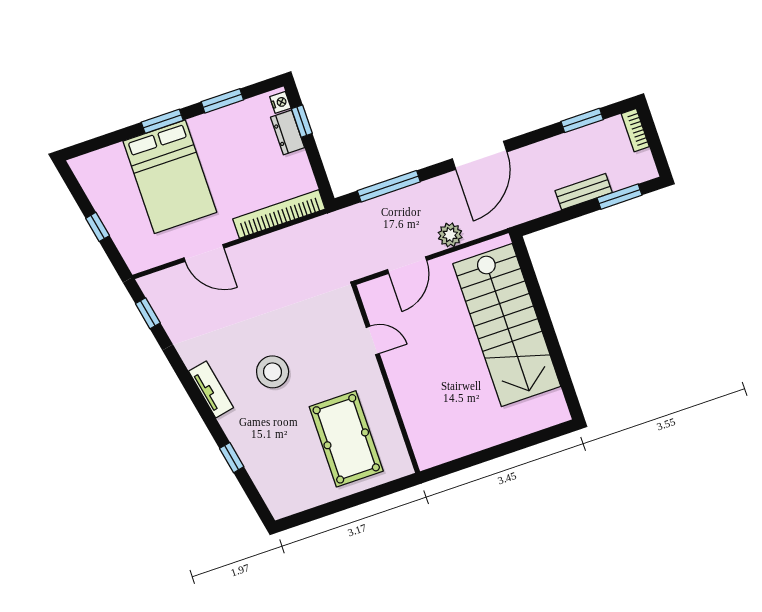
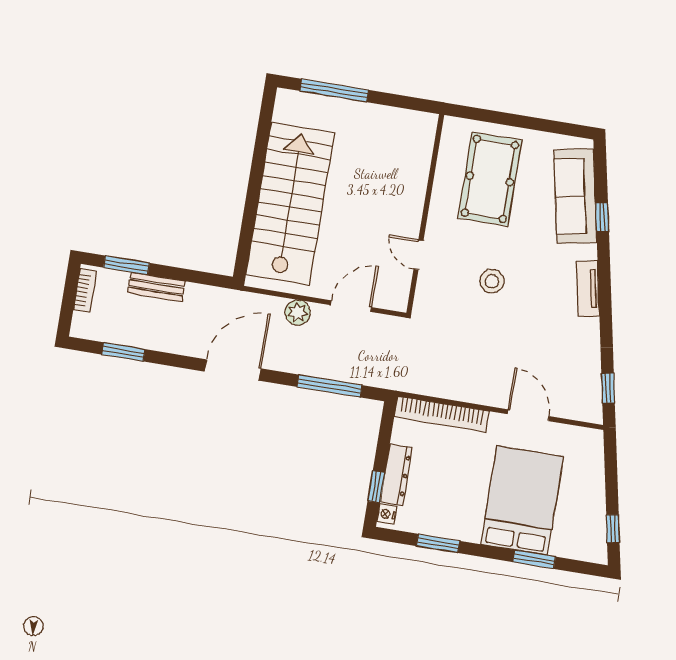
window: (162, 121) -> (534, 559), moved
bookcase: (635, 130) -> (85, 291), moved
dresser: (287, 132) -> (396, 475), width x1.44
window: (98, 227) -> (613, 529), moved
stool: (273, 372) -> (492, 281), moved, width x0.73, depth x0.73
window: (521, 443) -> (334, 90), added
sofa: (265, 464) -> (575, 196), added

